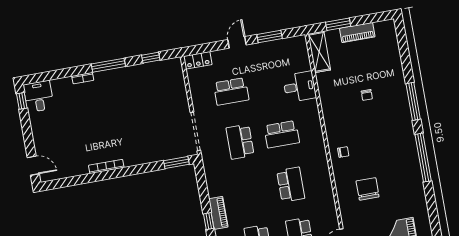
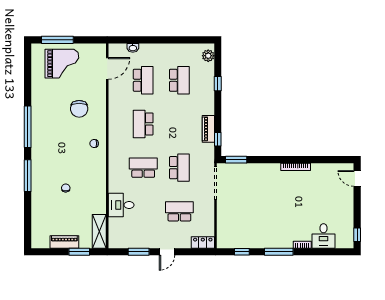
desk: (39, 96) -> (323, 236), moved
piano: (218, 213) -> (208, 129), moved
window: (209, 221) -> (218, 139), moved

